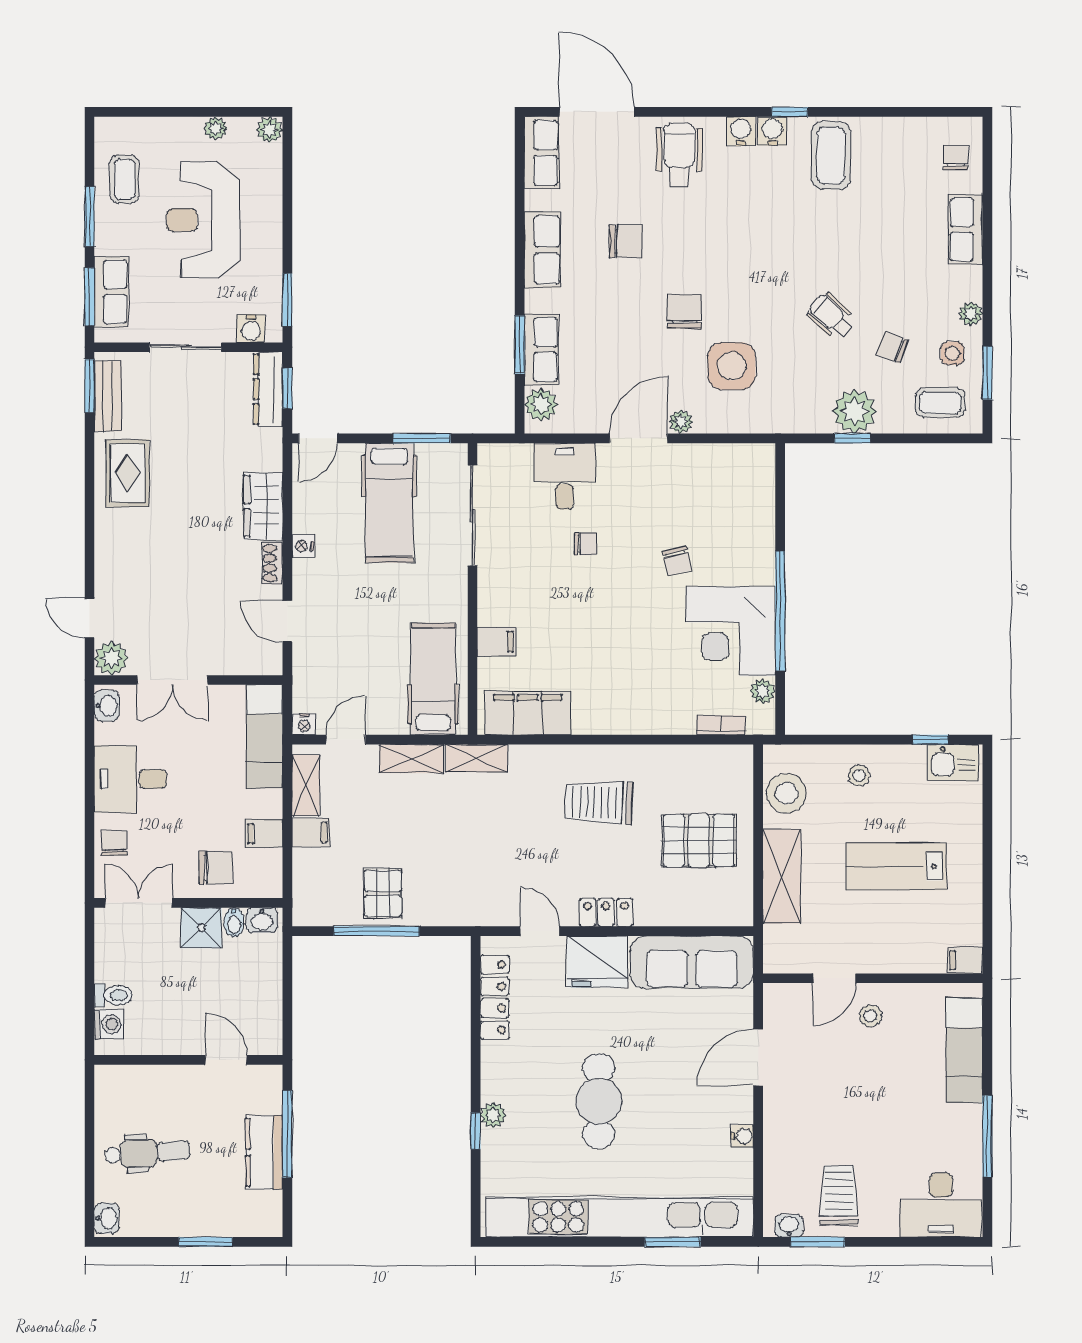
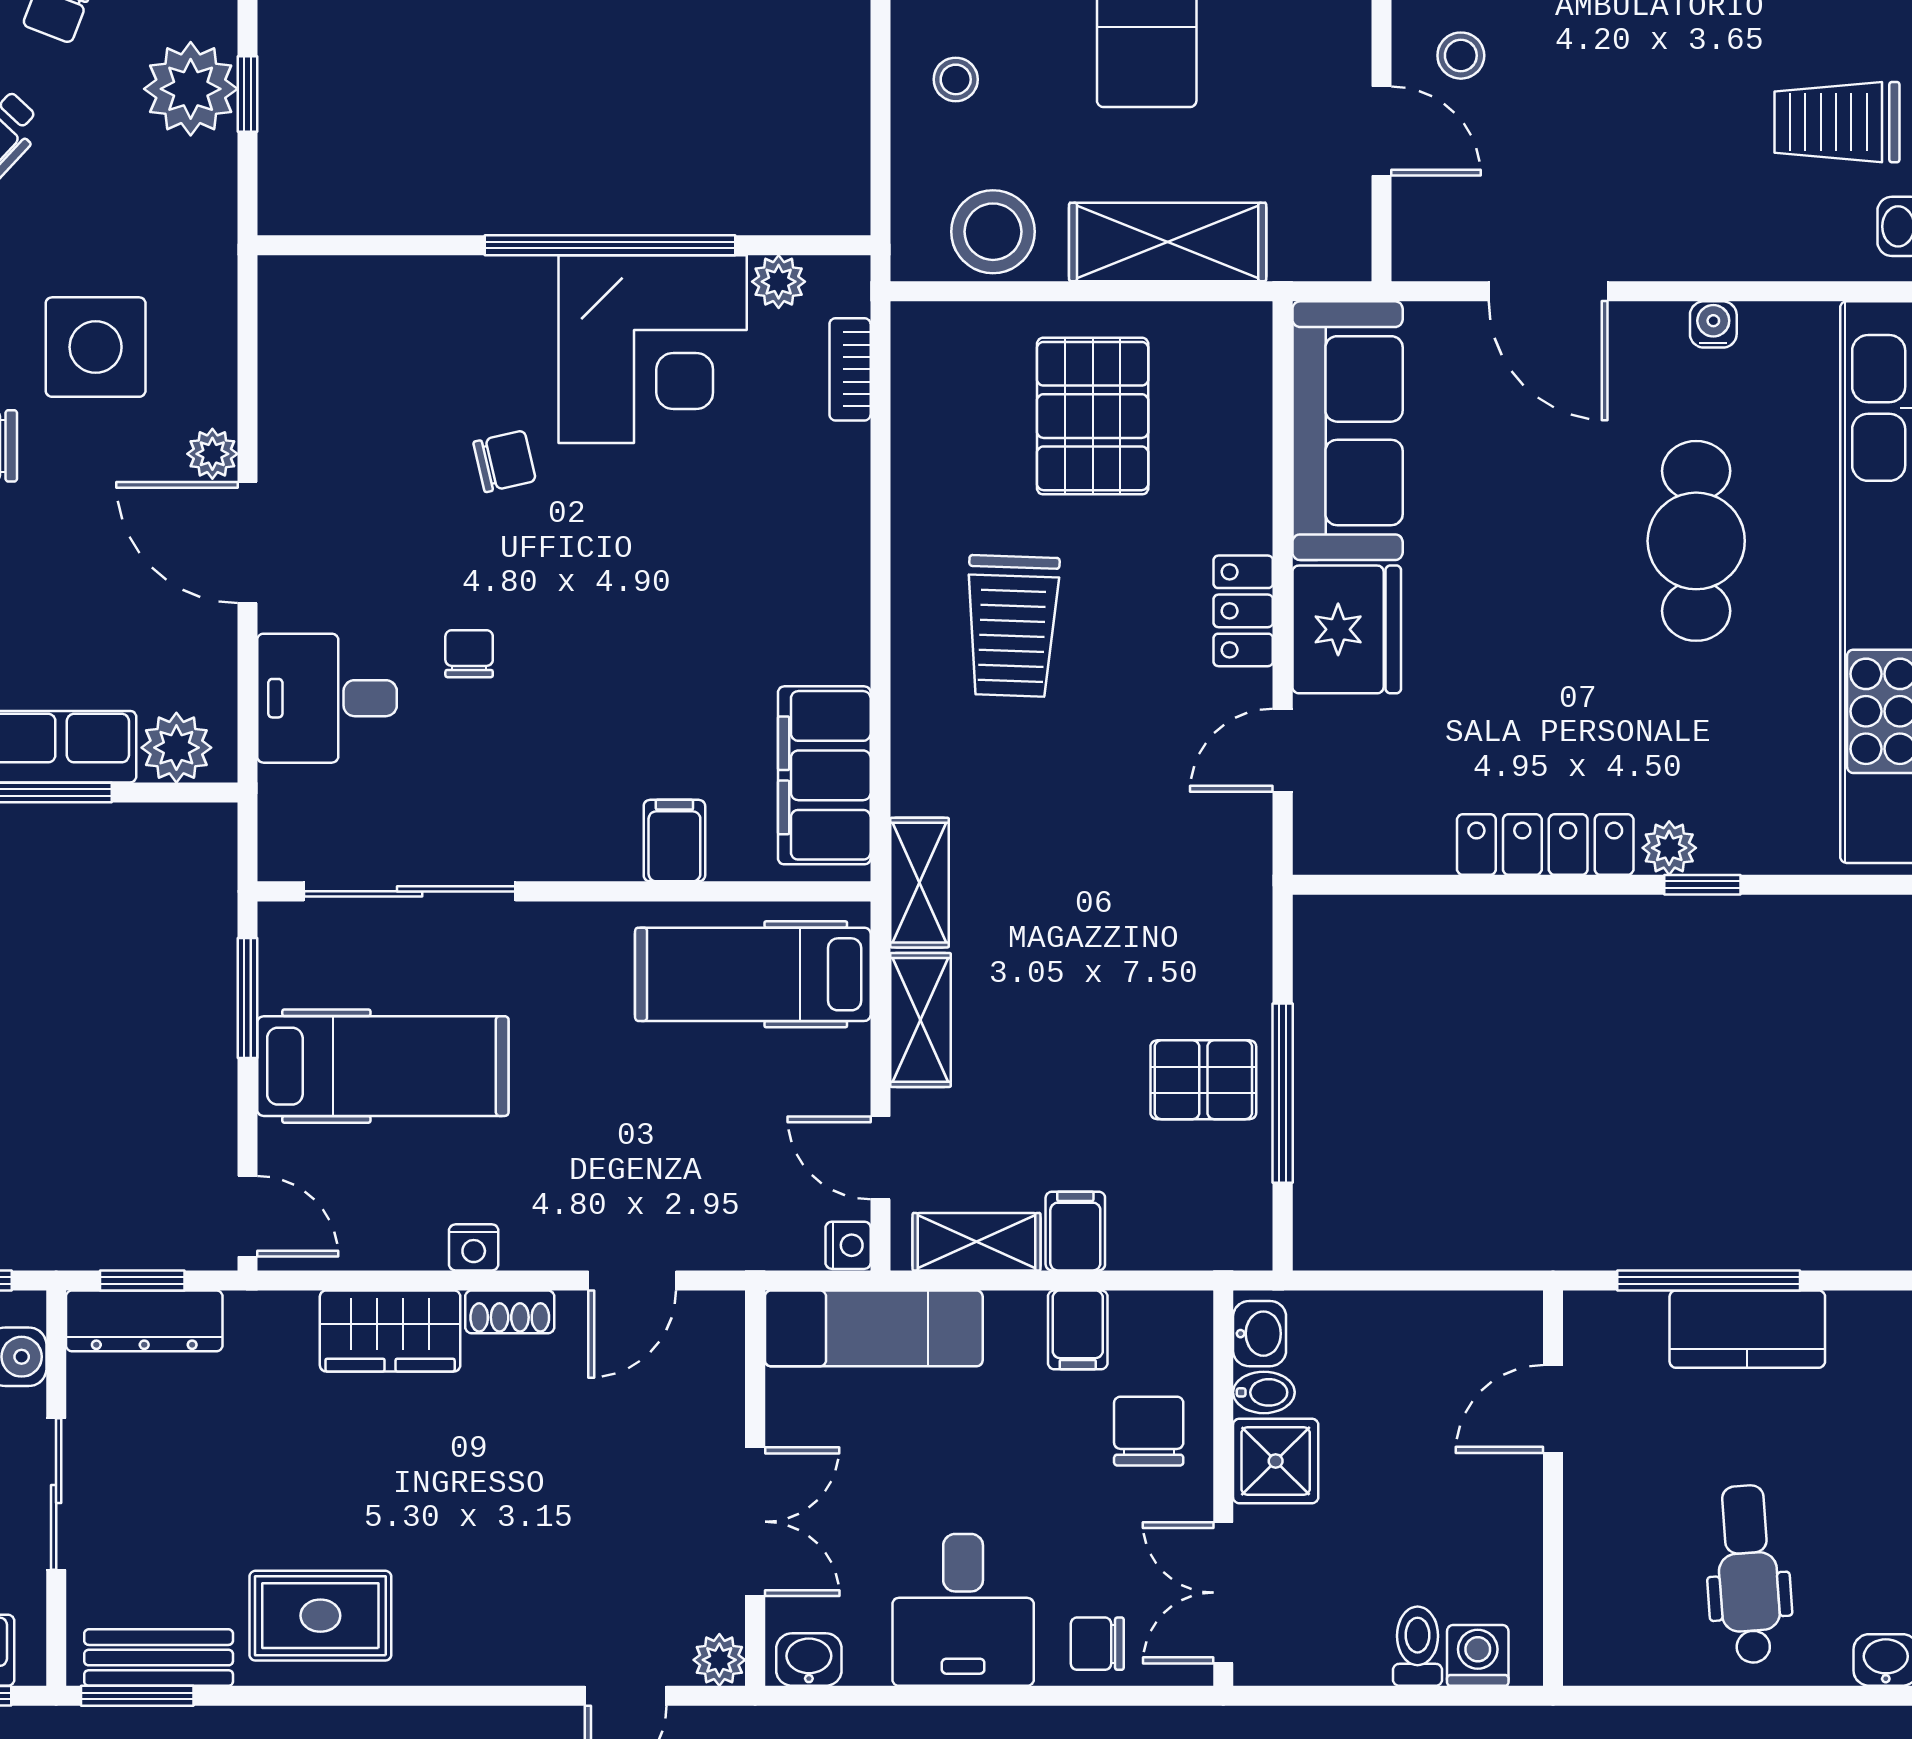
plant: (111, 658) -> (719, 1660), width x0.73, depth x0.73
locker: (495, 997) -> (1545, 845), moved
cafe table: (599, 1101) -> (1696, 541), moved, turned 90

